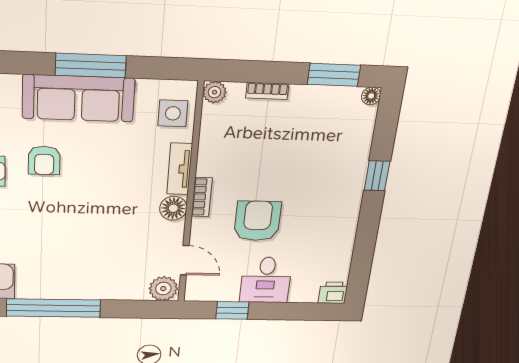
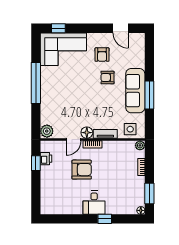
door: (185, 260) -> (73, 140), moved
desk: (266, 280) -> (94, 203), moved, turned -90
printer: (333, 293) -> (46, 159), moved

